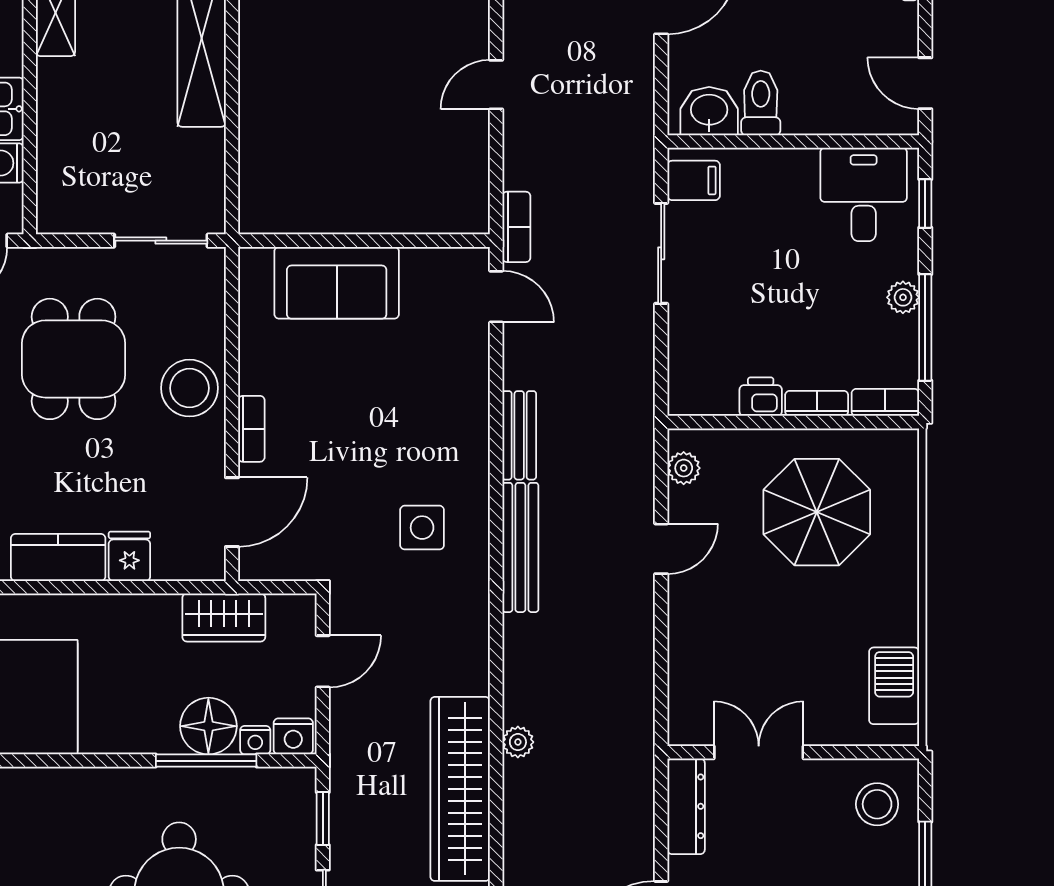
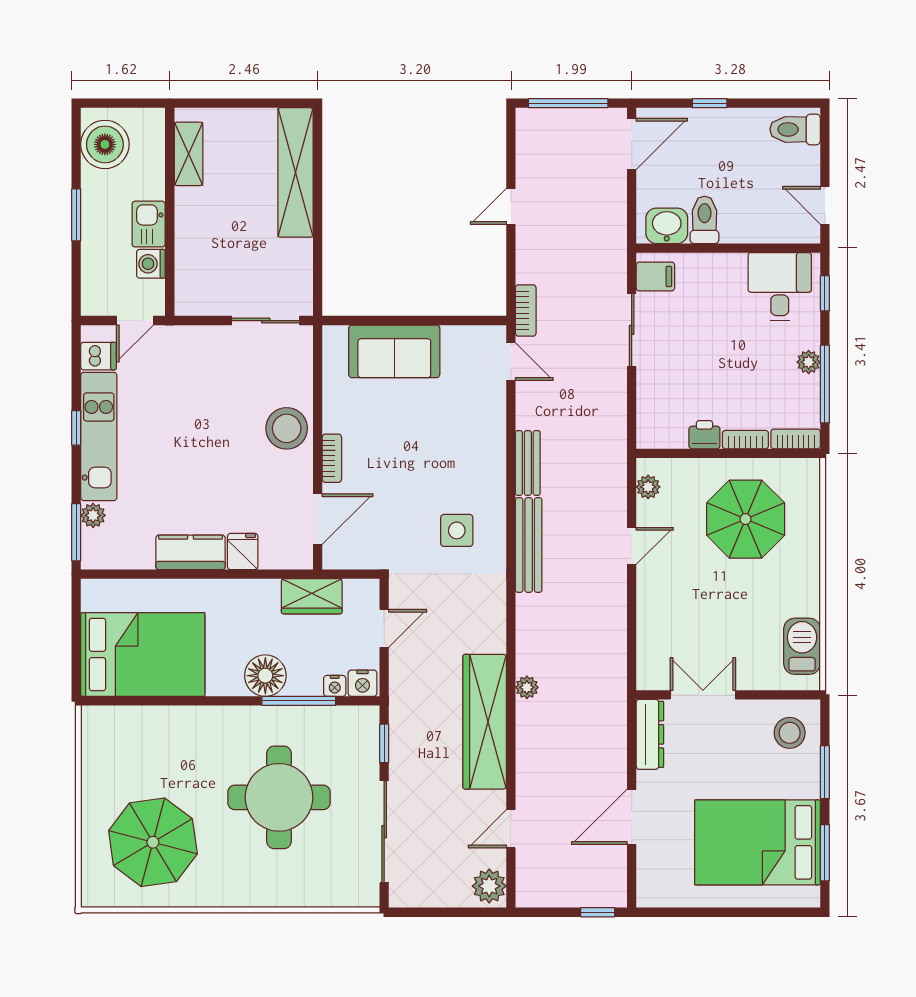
dining table: (74, 359) -> (202, 407), removed
floor lamp: (208, 726) -> (265, 676), moved

